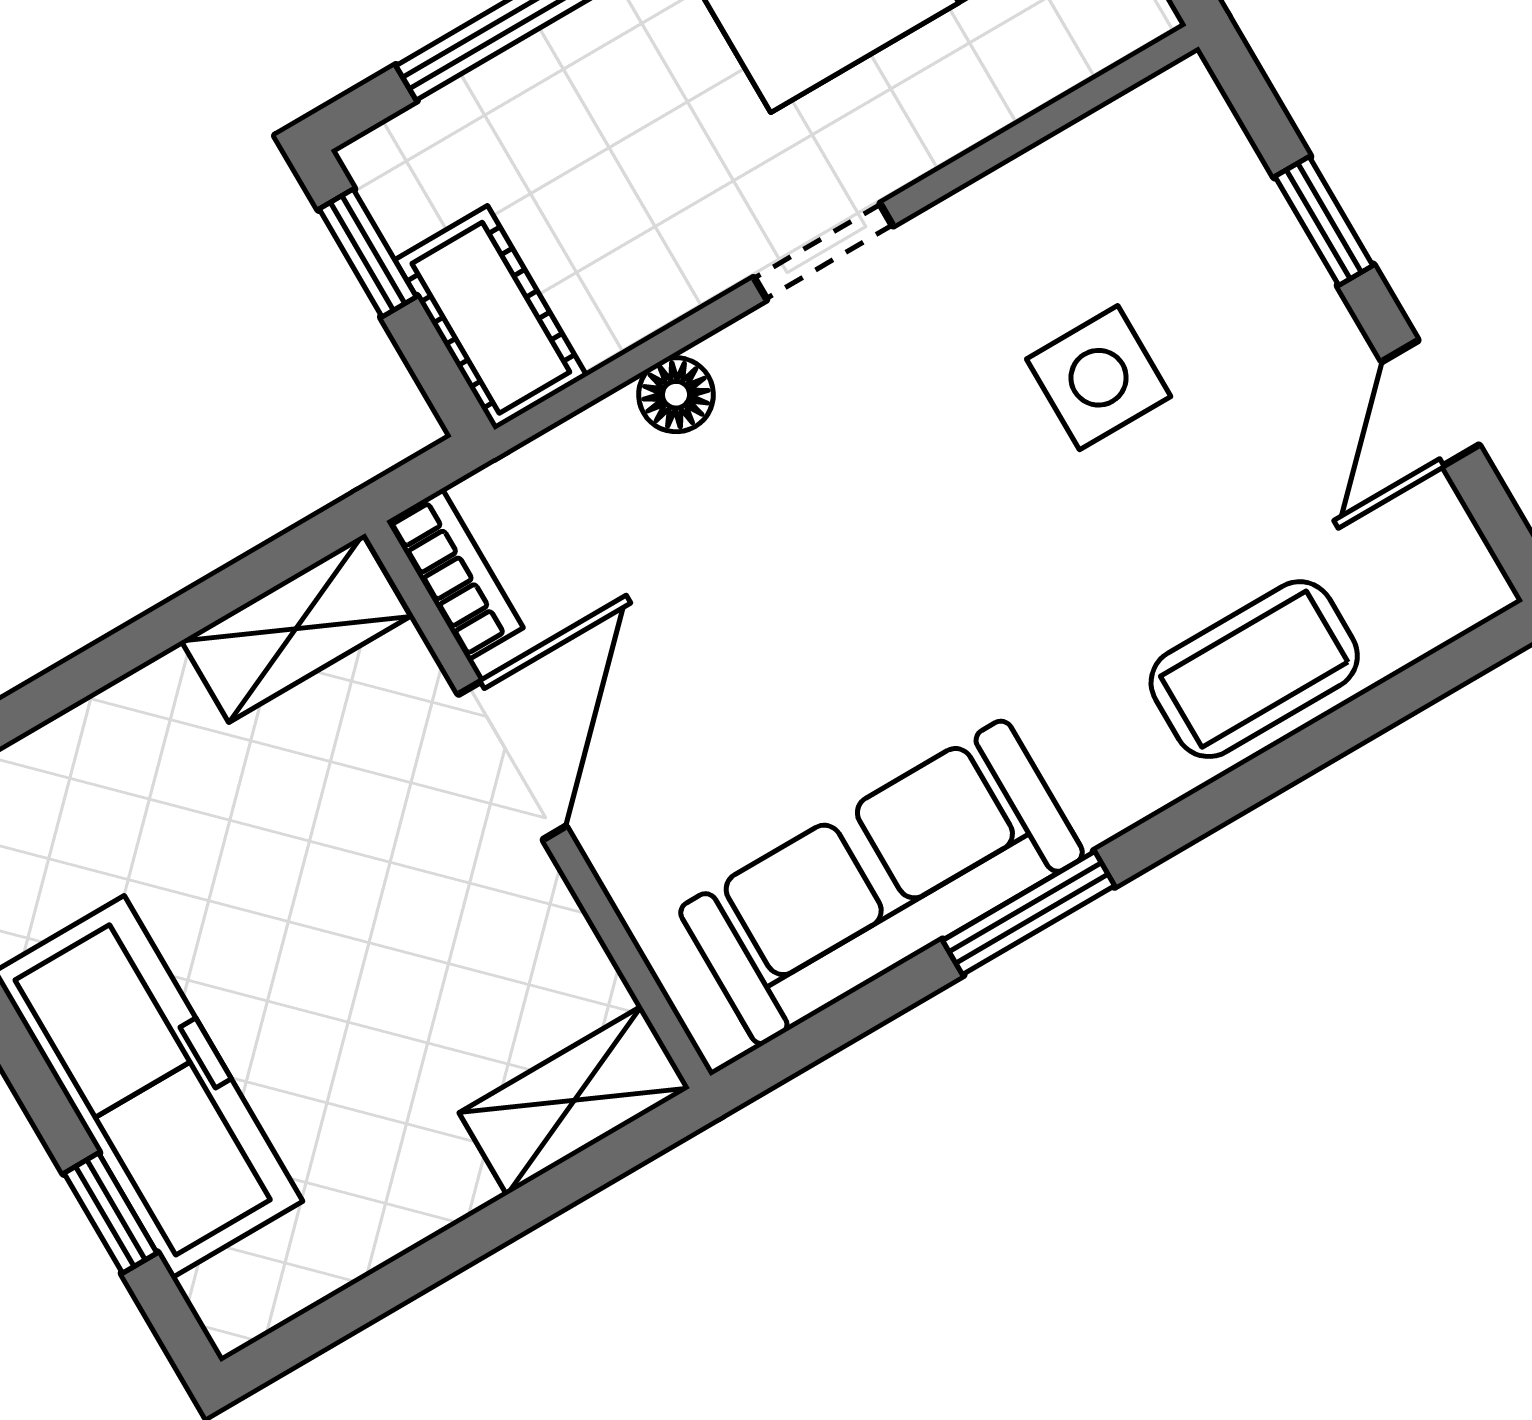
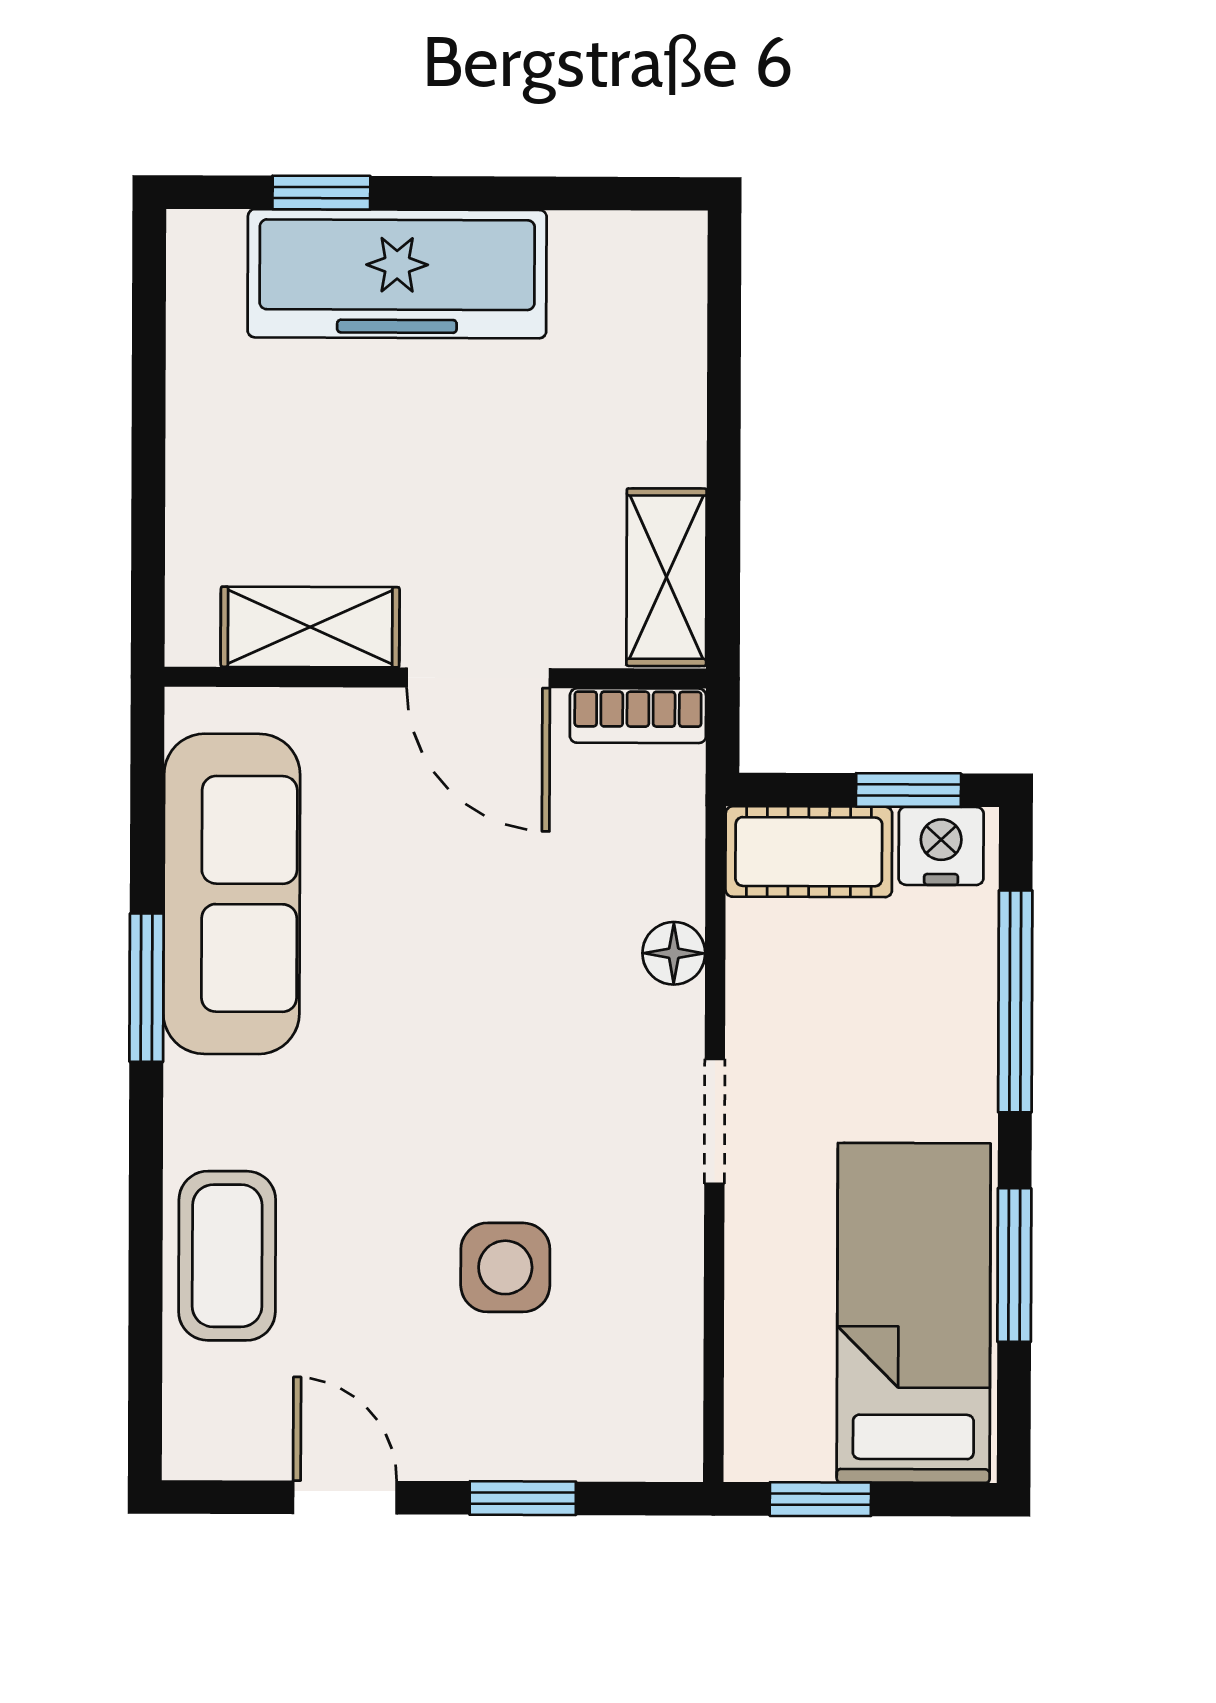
nightstand: (405, 186) -> (941, 846), added
shelving: (574, 1100) -> (310, 627), moved, turned 90

